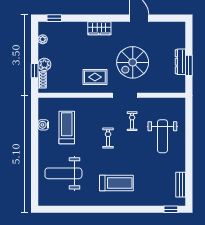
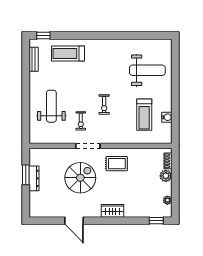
window: (35, 71) -> (175, 170), removed
treadmill: (116, 183) -> (68, 53), moved

